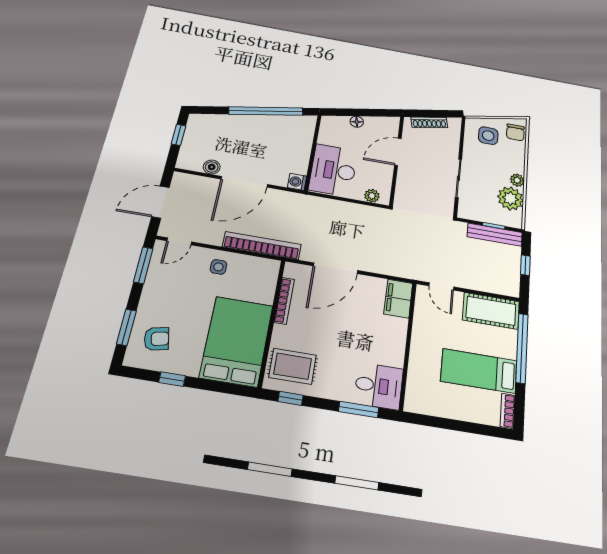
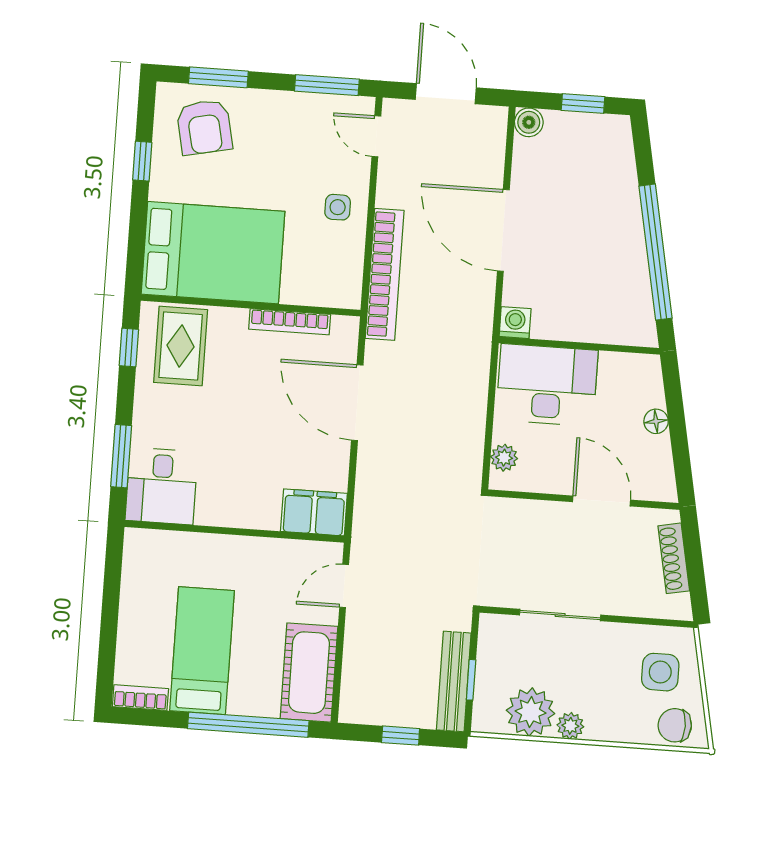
boiler: (212, 167) -> (529, 122), moved
armchair: (157, 339) -> (204, 127), width x1.38, depth x1.38

